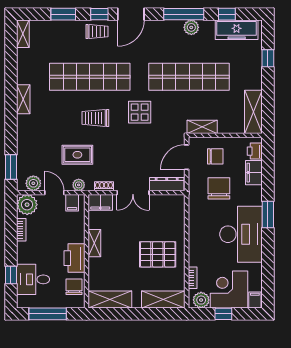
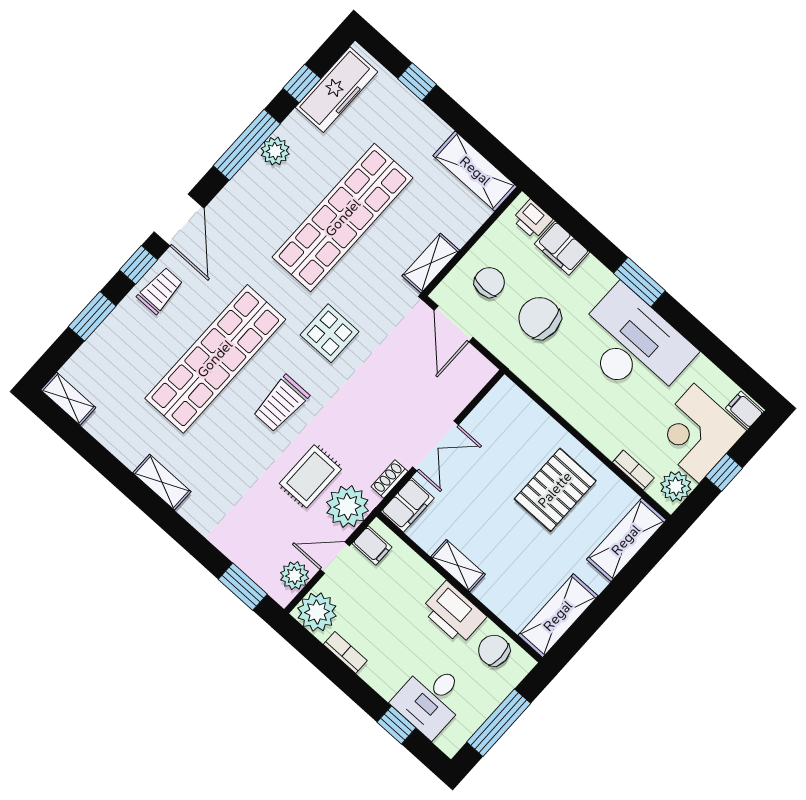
dresser: (167, 184) -> (467, 387), removed
plant: (79, 185) -> (347, 507), width x1.87, depth x1.87

